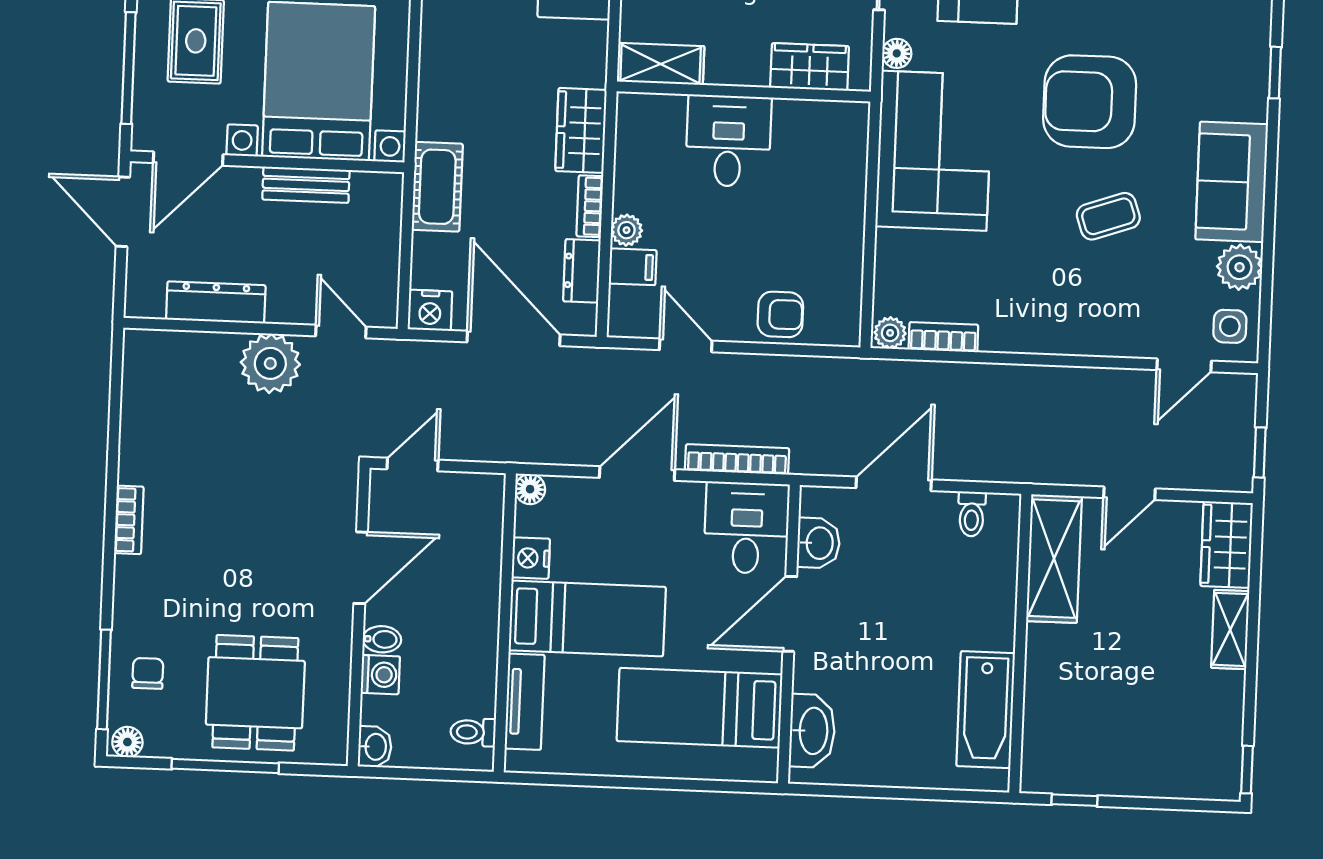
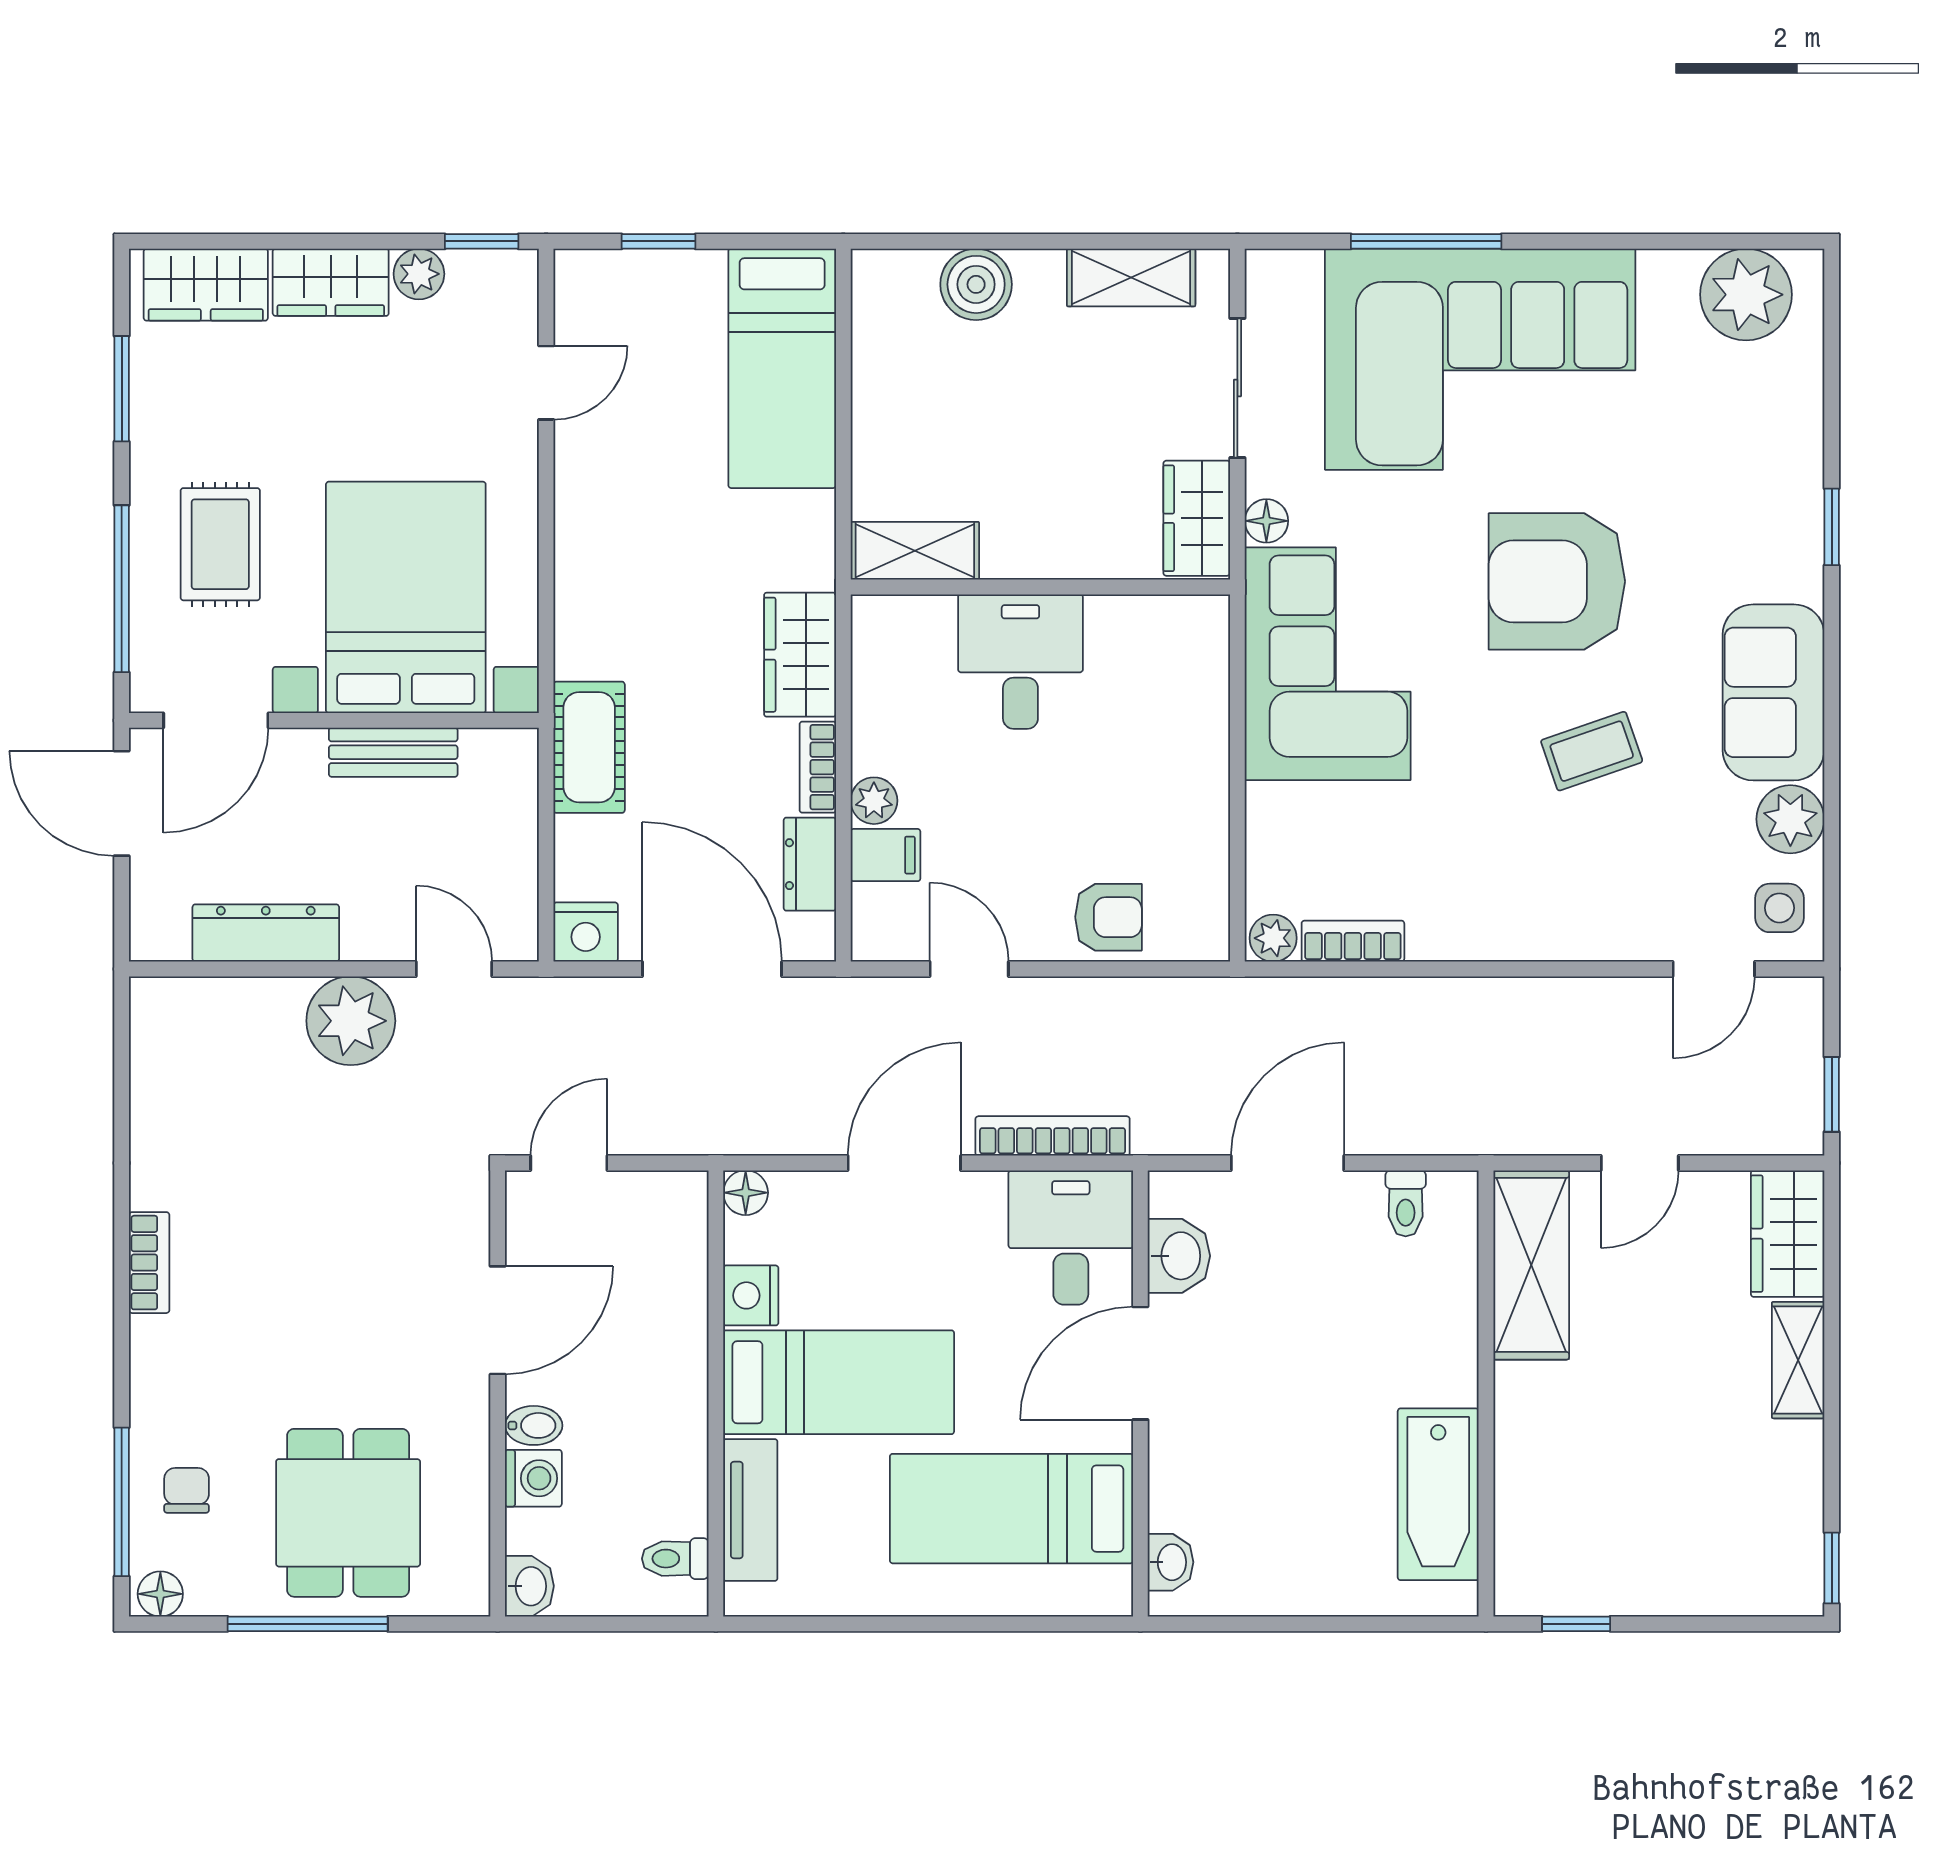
wardrobe: (810, 67) -> (1197, 518), moved, turned -90
washbasin: (812, 731) -> (1171, 1562), width x0.52, depth x0.69

